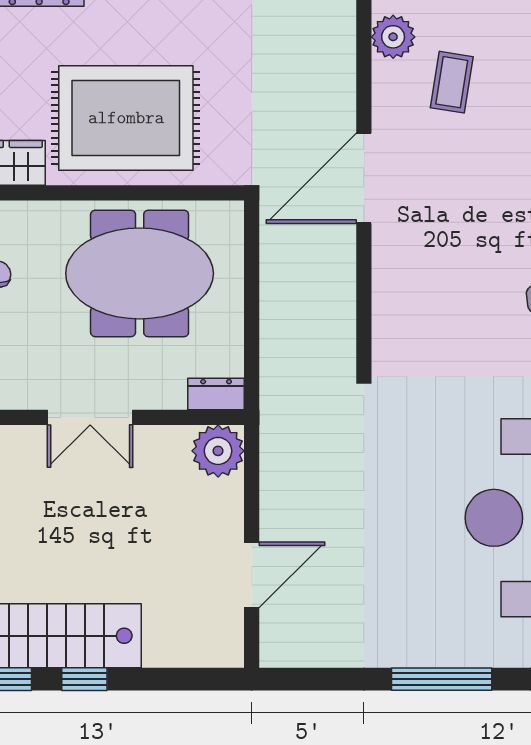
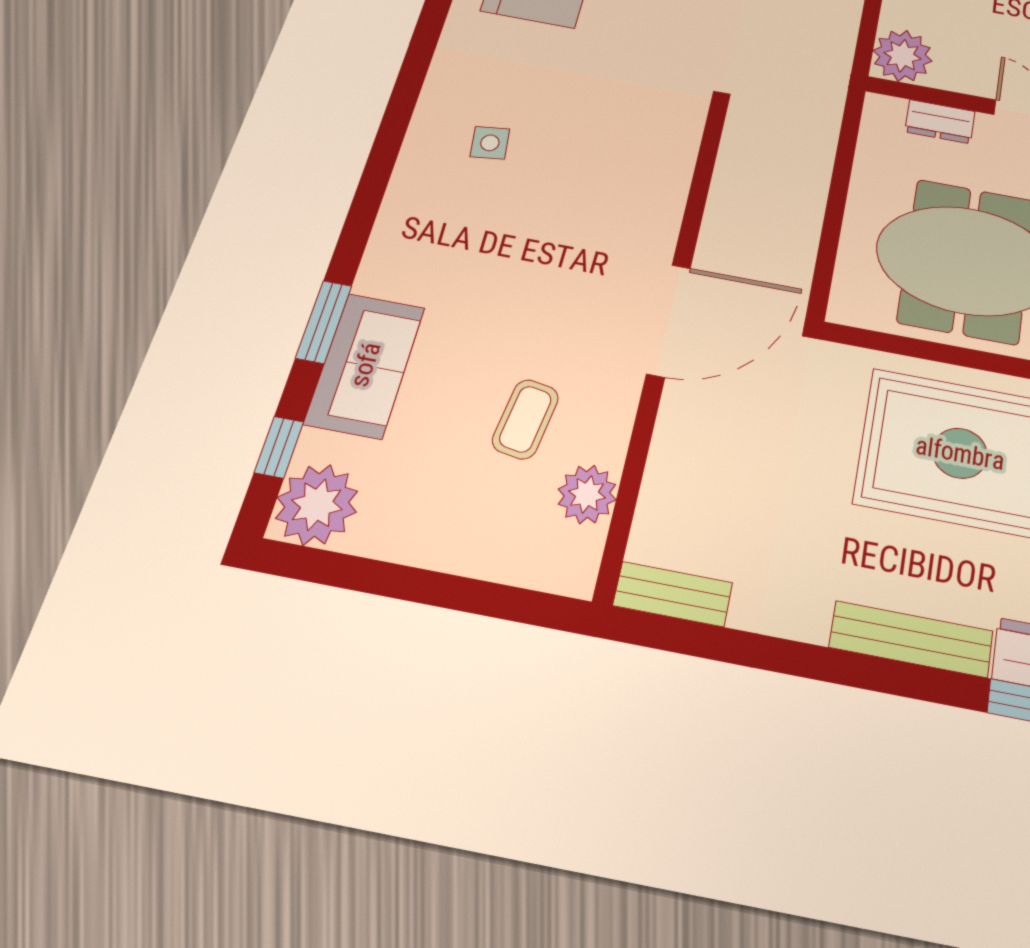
dresser: (216, 394) -> (940, 122), moved

